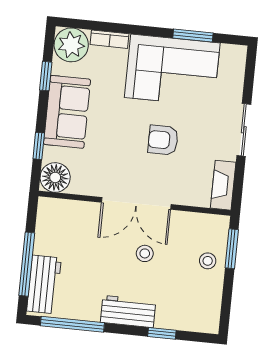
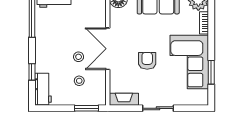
stool: (208, 261) -> (79, 81), moved
workbench: (128, 311) -> (43, 89), moved

